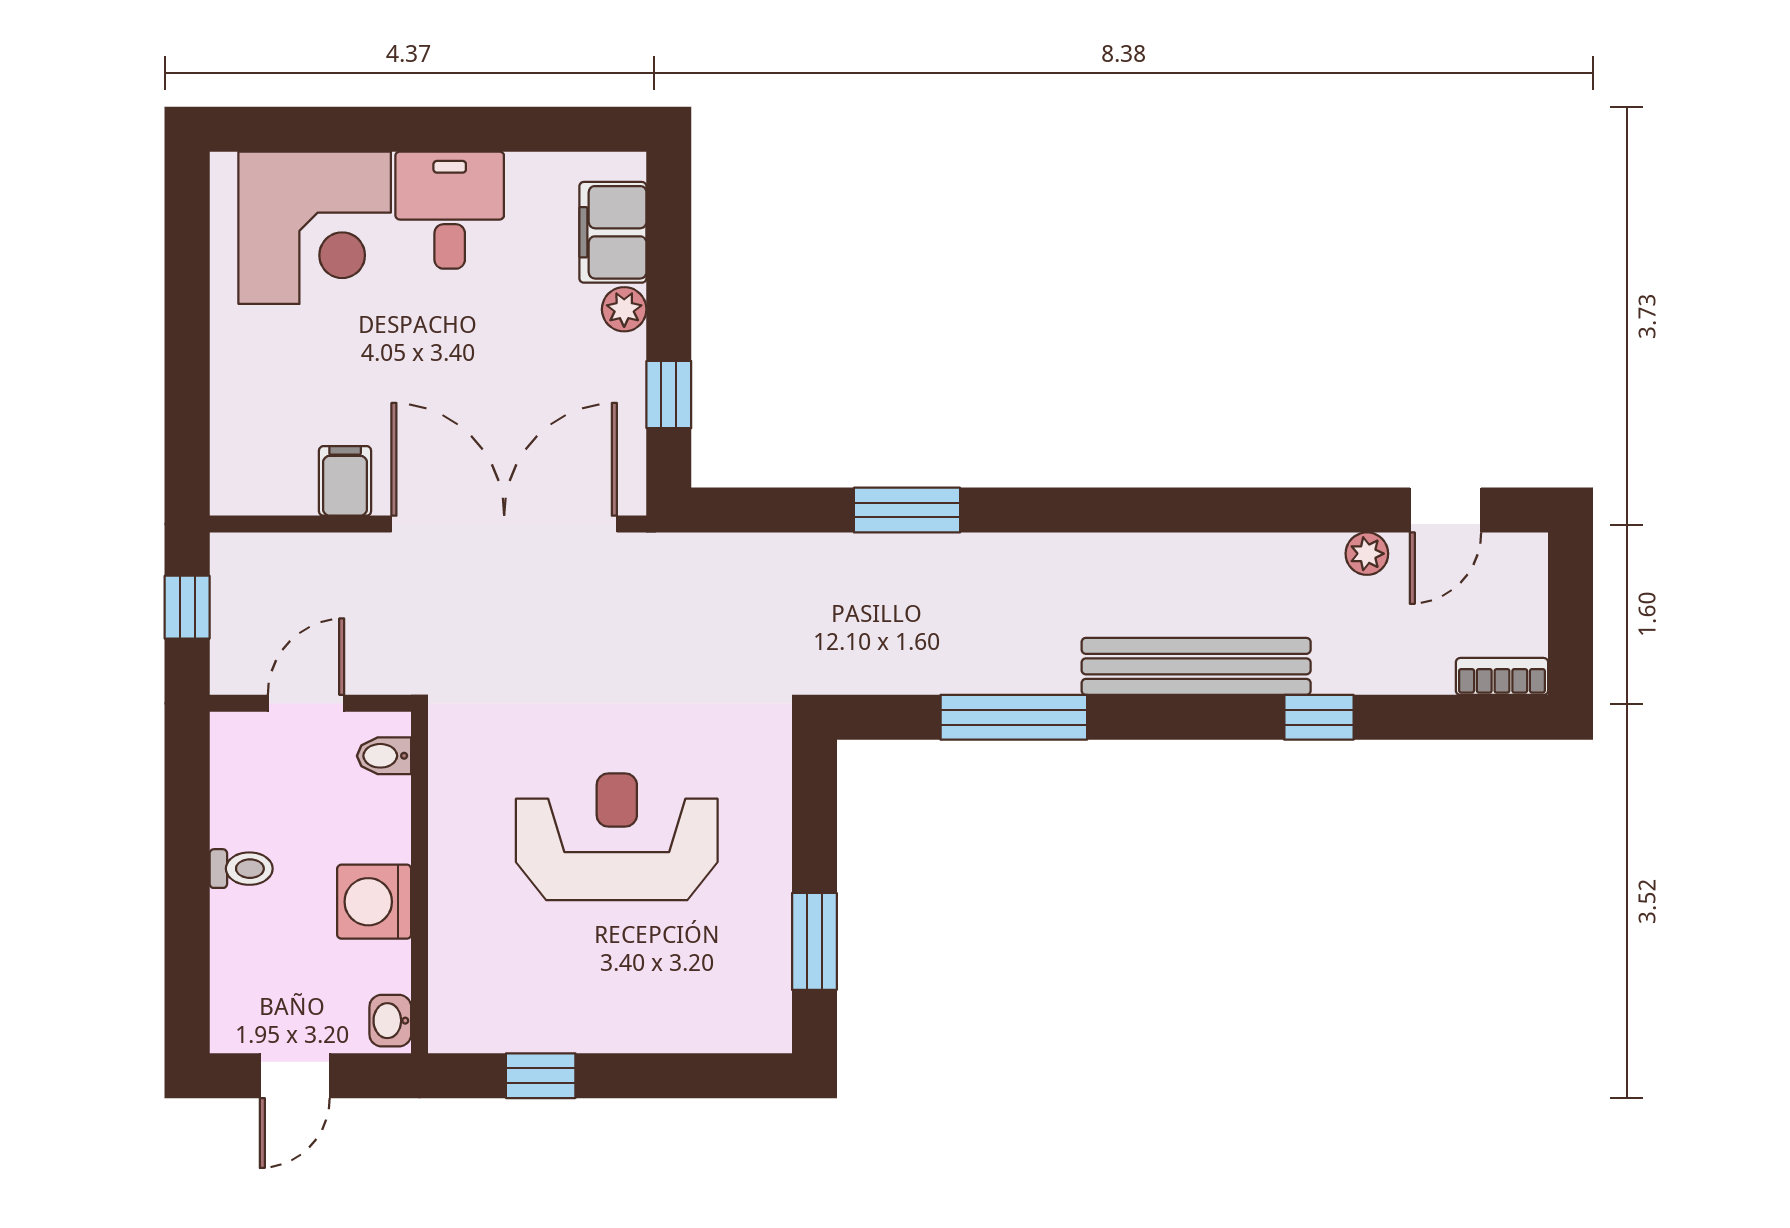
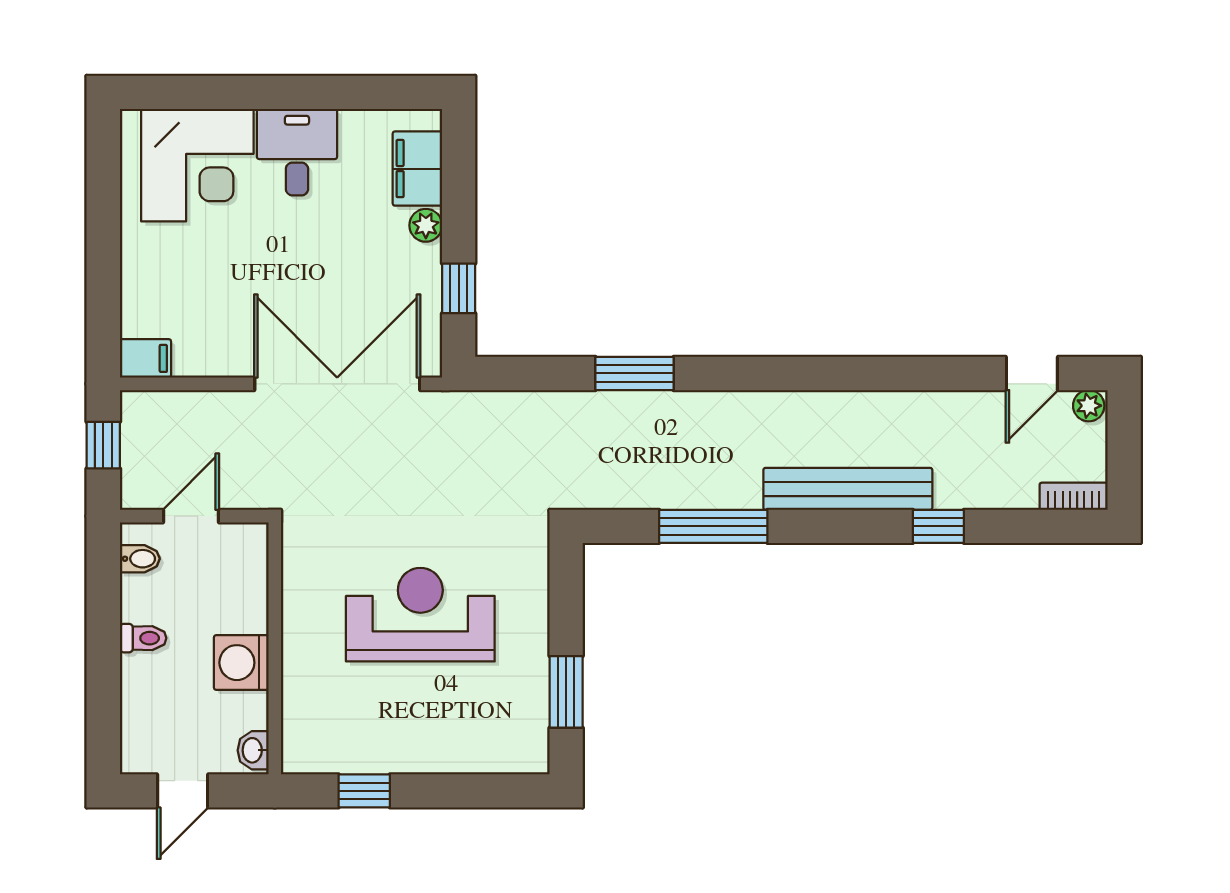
filing cabinet: (345, 481) -> (145, 358), moved, turned 90
plant: (1367, 554) -> (1089, 406), moved
bidet: (384, 756) -> (140, 559), moved, turned 180

